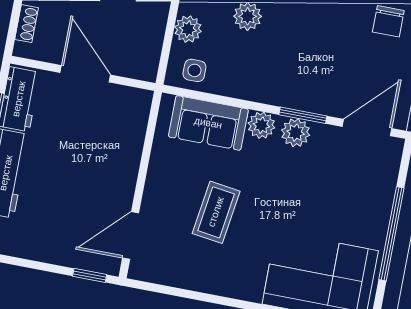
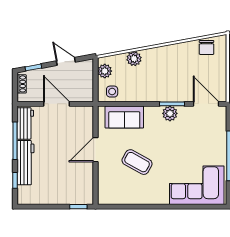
plant: (261, 125) -> (152, 113), removed
door: (367, 127) -> (206, 104), hinge flipped
coffee table: (216, 212) -> (137, 162), turned -69
door: (131, 236) -> (95, 150), moved

